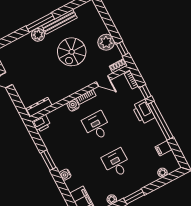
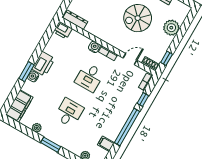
plant: (106, 42) -> (171, 28), moved
door: (103, 81) -> (130, 59), swing flipped
printer: (143, 112) -> (43, 64), moved, turned 180
desk: (97, 126) -> (90, 77), turned 180
window: (48, 160) -> (27, 72), moved

